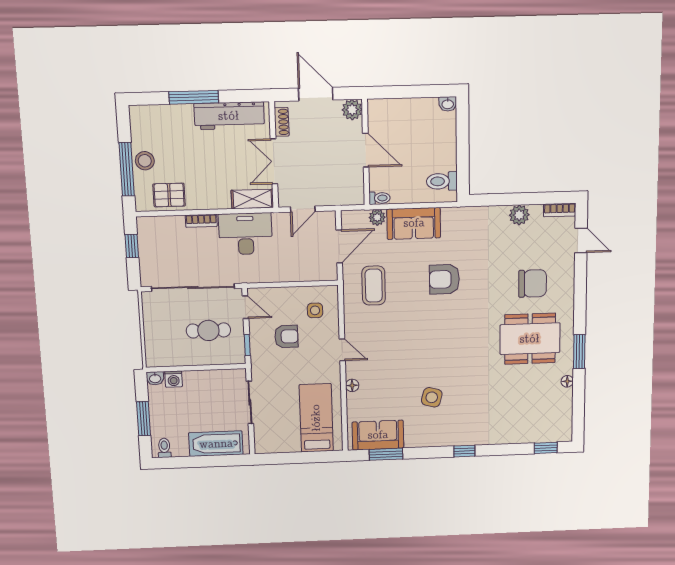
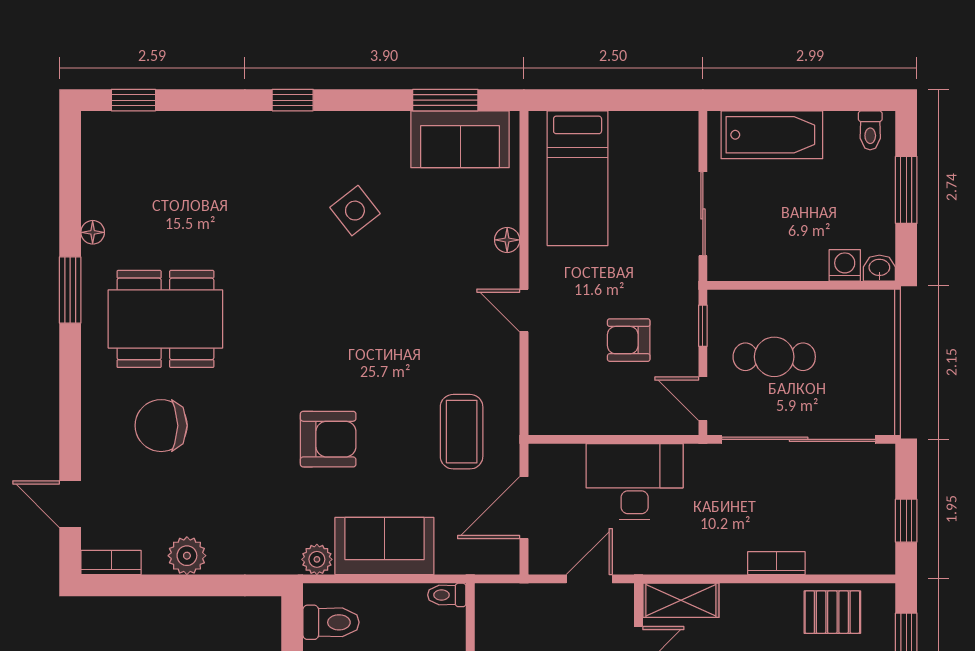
plant: (377, 217) -> (317, 559), moved
desk: (246, 234) -> (635, 482), moved, turned 180
side table: (315, 310) -> (573, 388), removed
side table: (432, 397) -> (355, 211), turned 37

